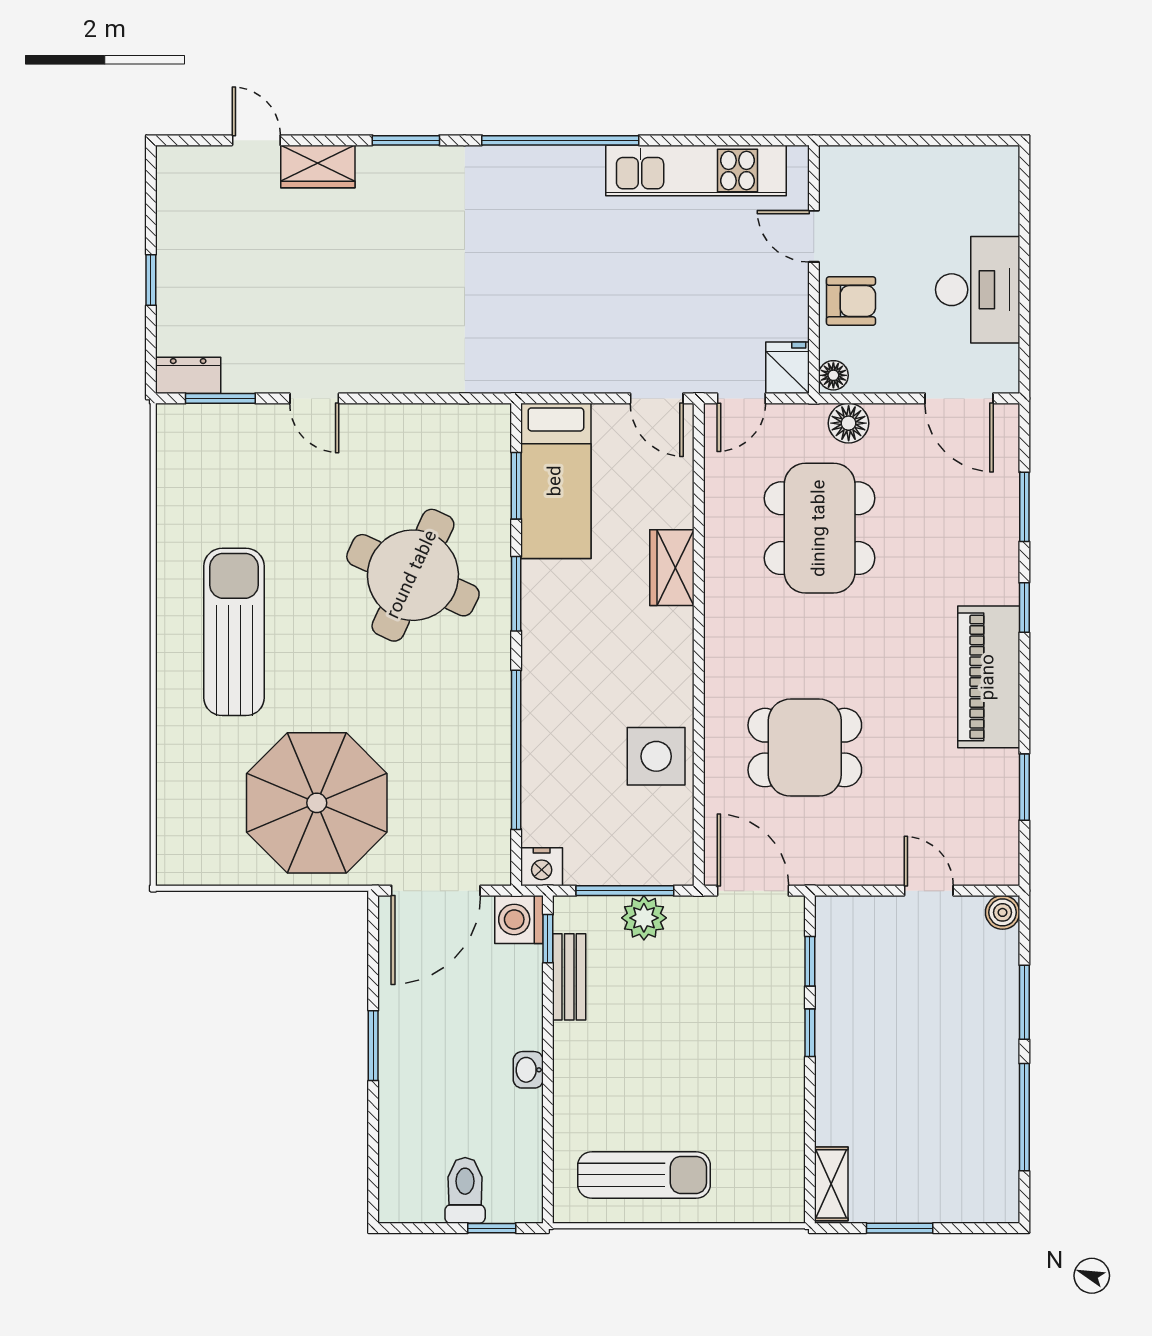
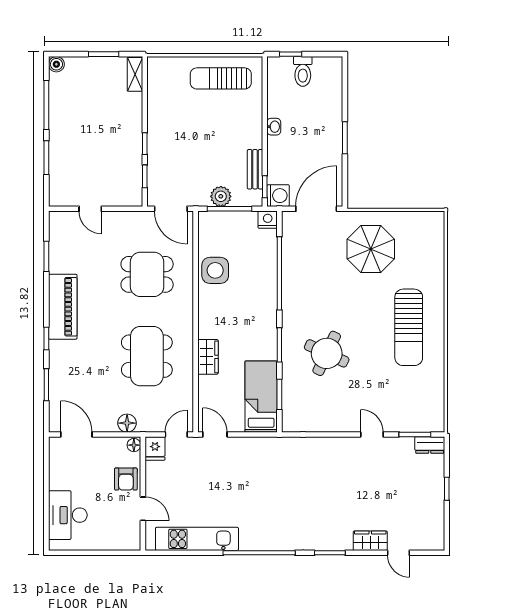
desk: (978, 290) -> (68, 515), moved
armchair: (851, 301) -> (126, 479), turned -90
dining table: (820, 528) -> (147, 356), moved
round table: (413, 575) -> (327, 353), width x0.73, depth x0.73
parasol: (317, 803) -> (371, 249), width x0.73, depth x0.73
boiler: (1003, 912) -> (56, 64), moved

